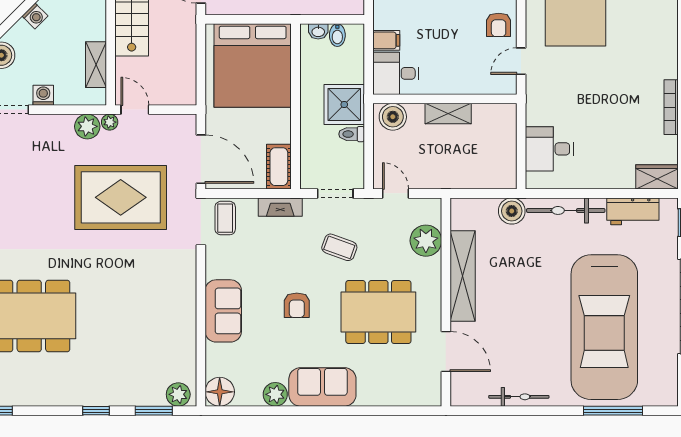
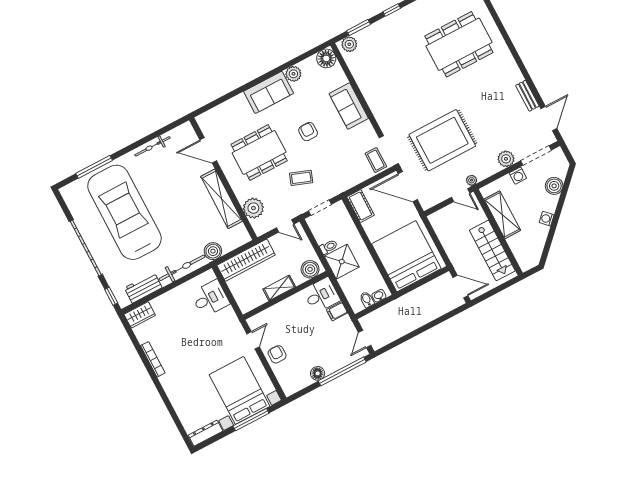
shelving: (96, 65) -> (502, 215), width x1.50, depth x1.33
plant: (87, 126) -> (506, 159), moved
wardrobe: (473, 175) -> (246, 260), added
fireplace: (280, 207) -> (347, 183), removed

